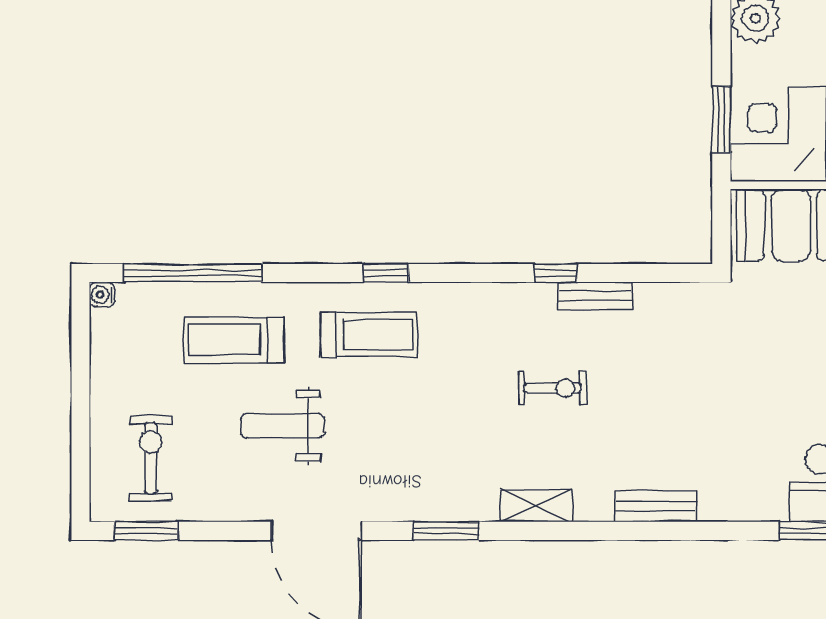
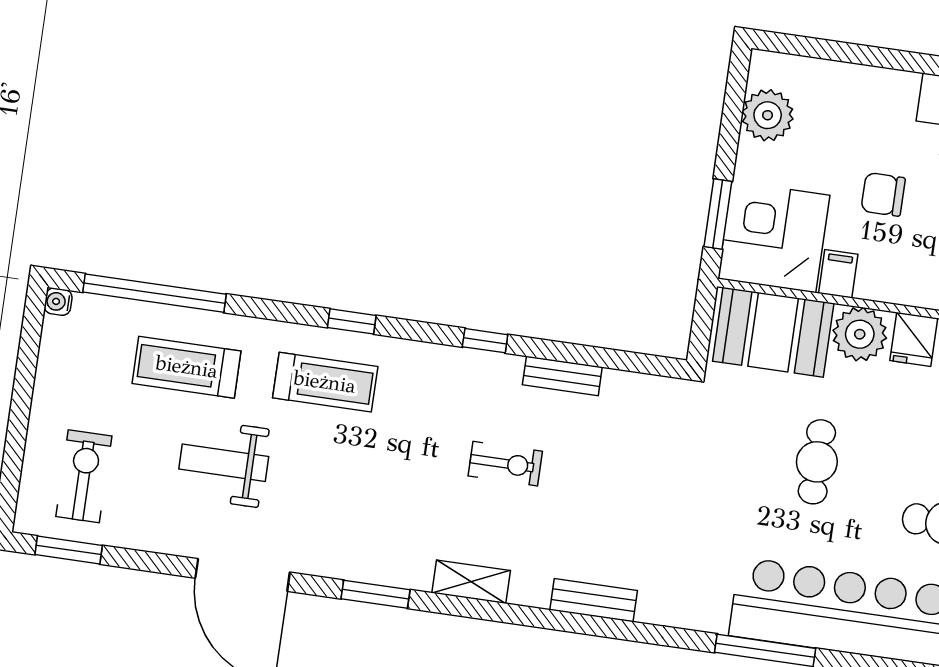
window: (556, 273) -> (485, 341), moved

